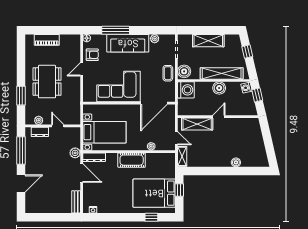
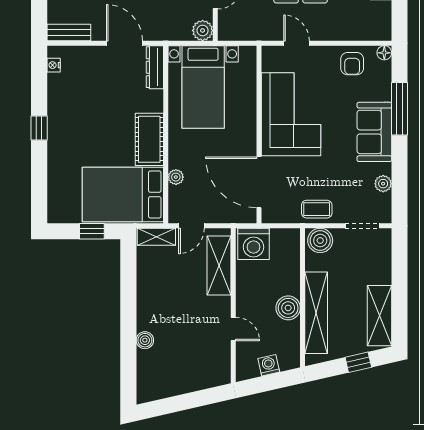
shelving: (208, 41) -> (379, 316), moved
sofa: (128, 43) -> (374, 132), width x0.73
door: (82, 69) -> (297, 43), moved
washing machine: (246, 88) -> (269, 365), moved
washing machine: (186, 90) -> (254, 244), moved
window: (257, 95) -> (275, 381), removed
door: (219, 117) -> (233, 329), moved
plant: (75, 153) -> (203, 30), moved
door: (82, 173) -> (124, 43), swing flipped
bed: (154, 193) -> (123, 194), moved, turned -90
window: (151, 217) -> (39, 128), moved

